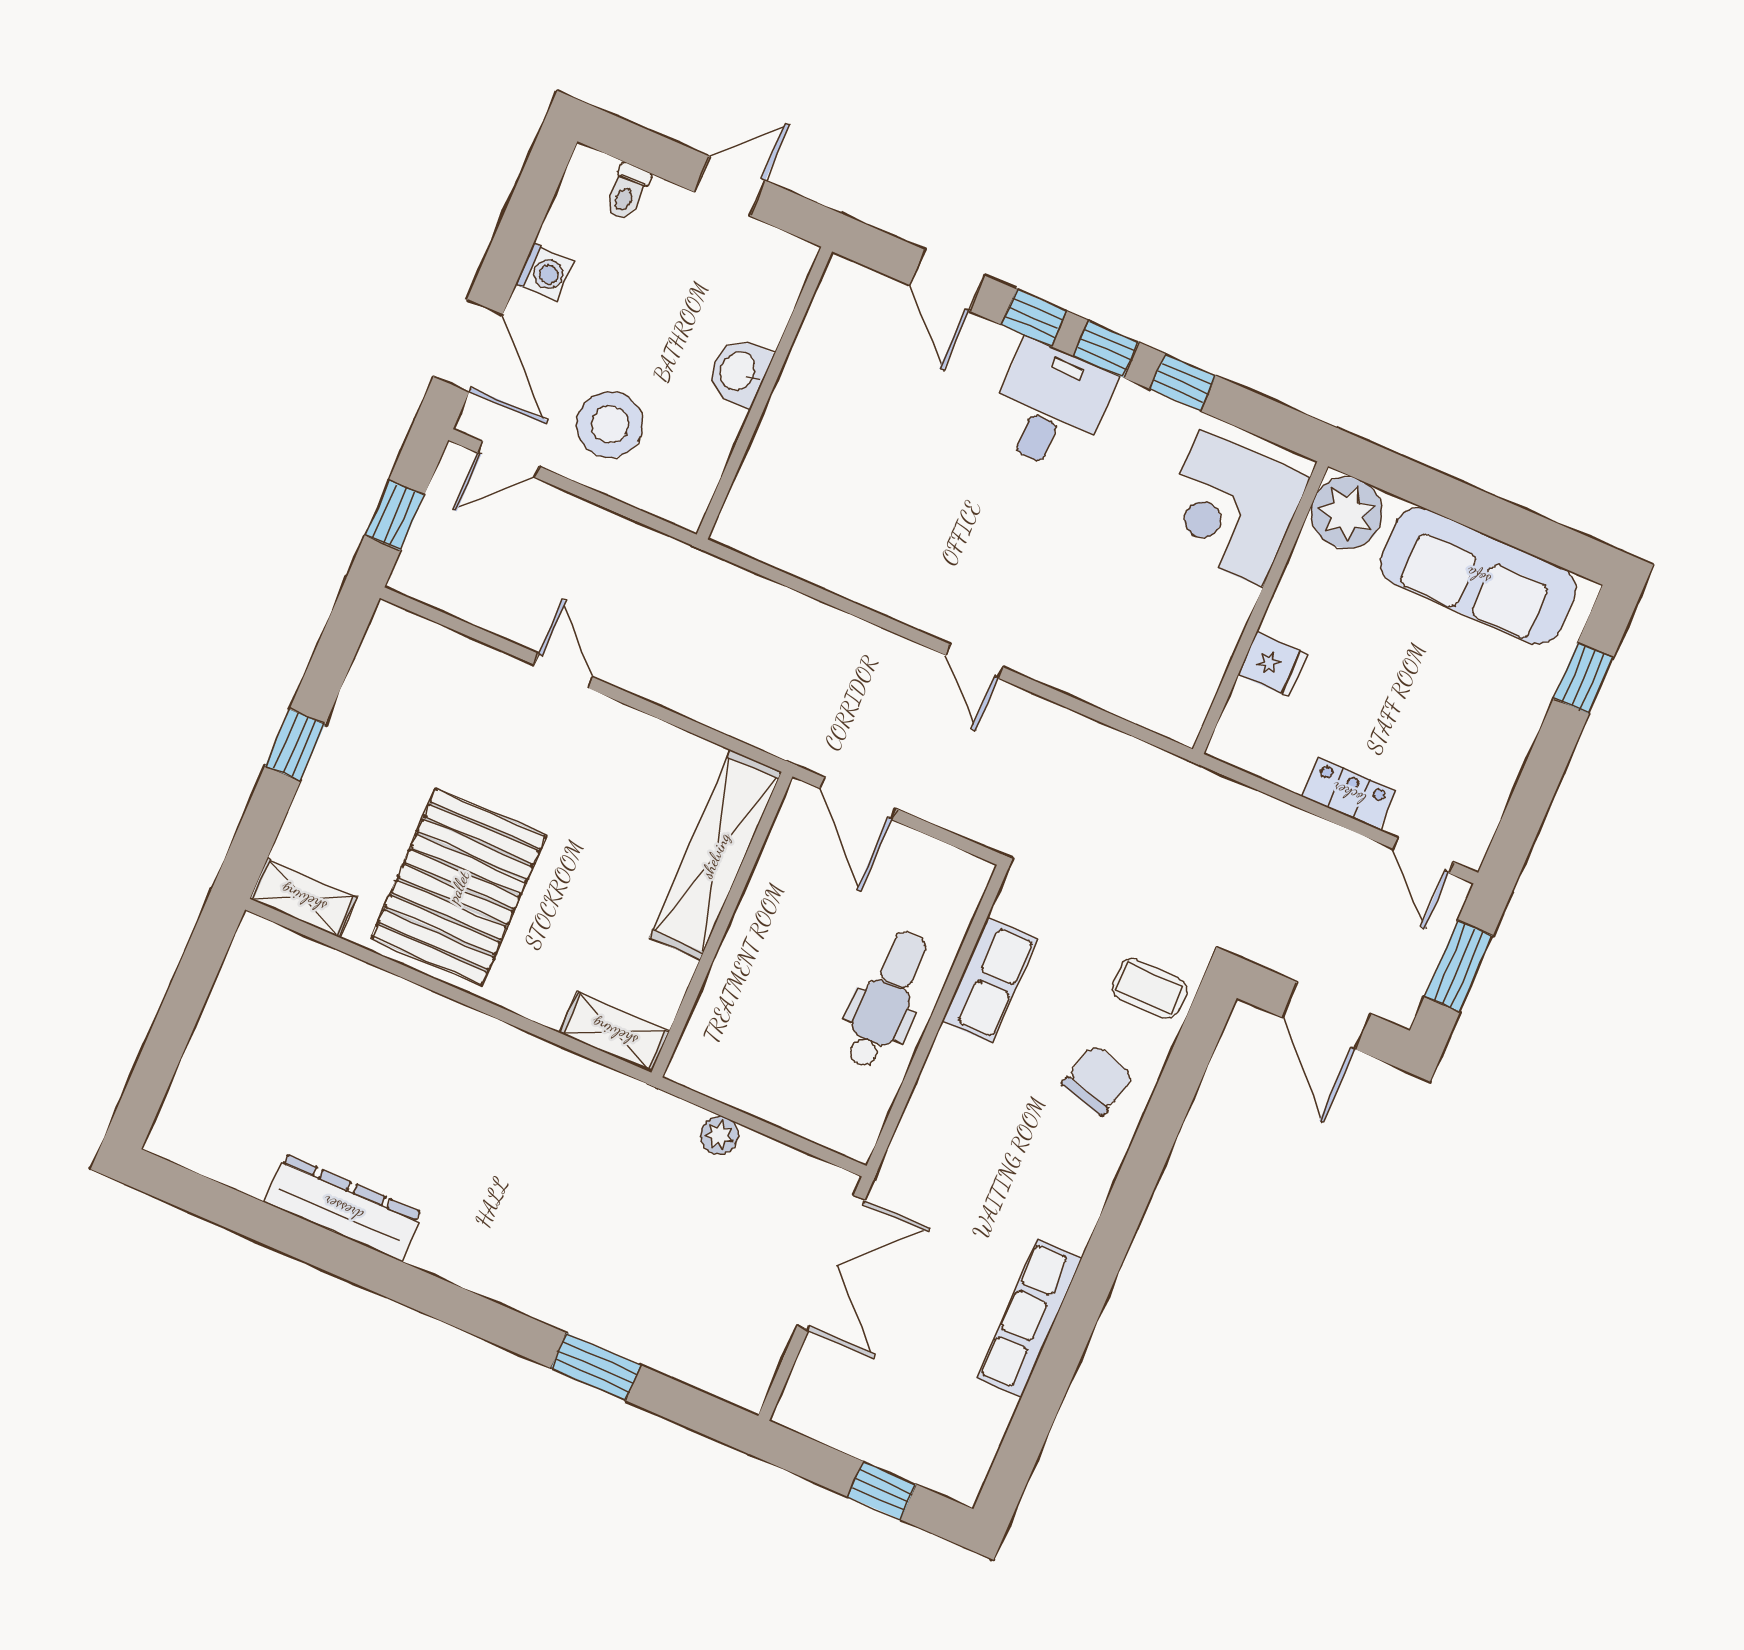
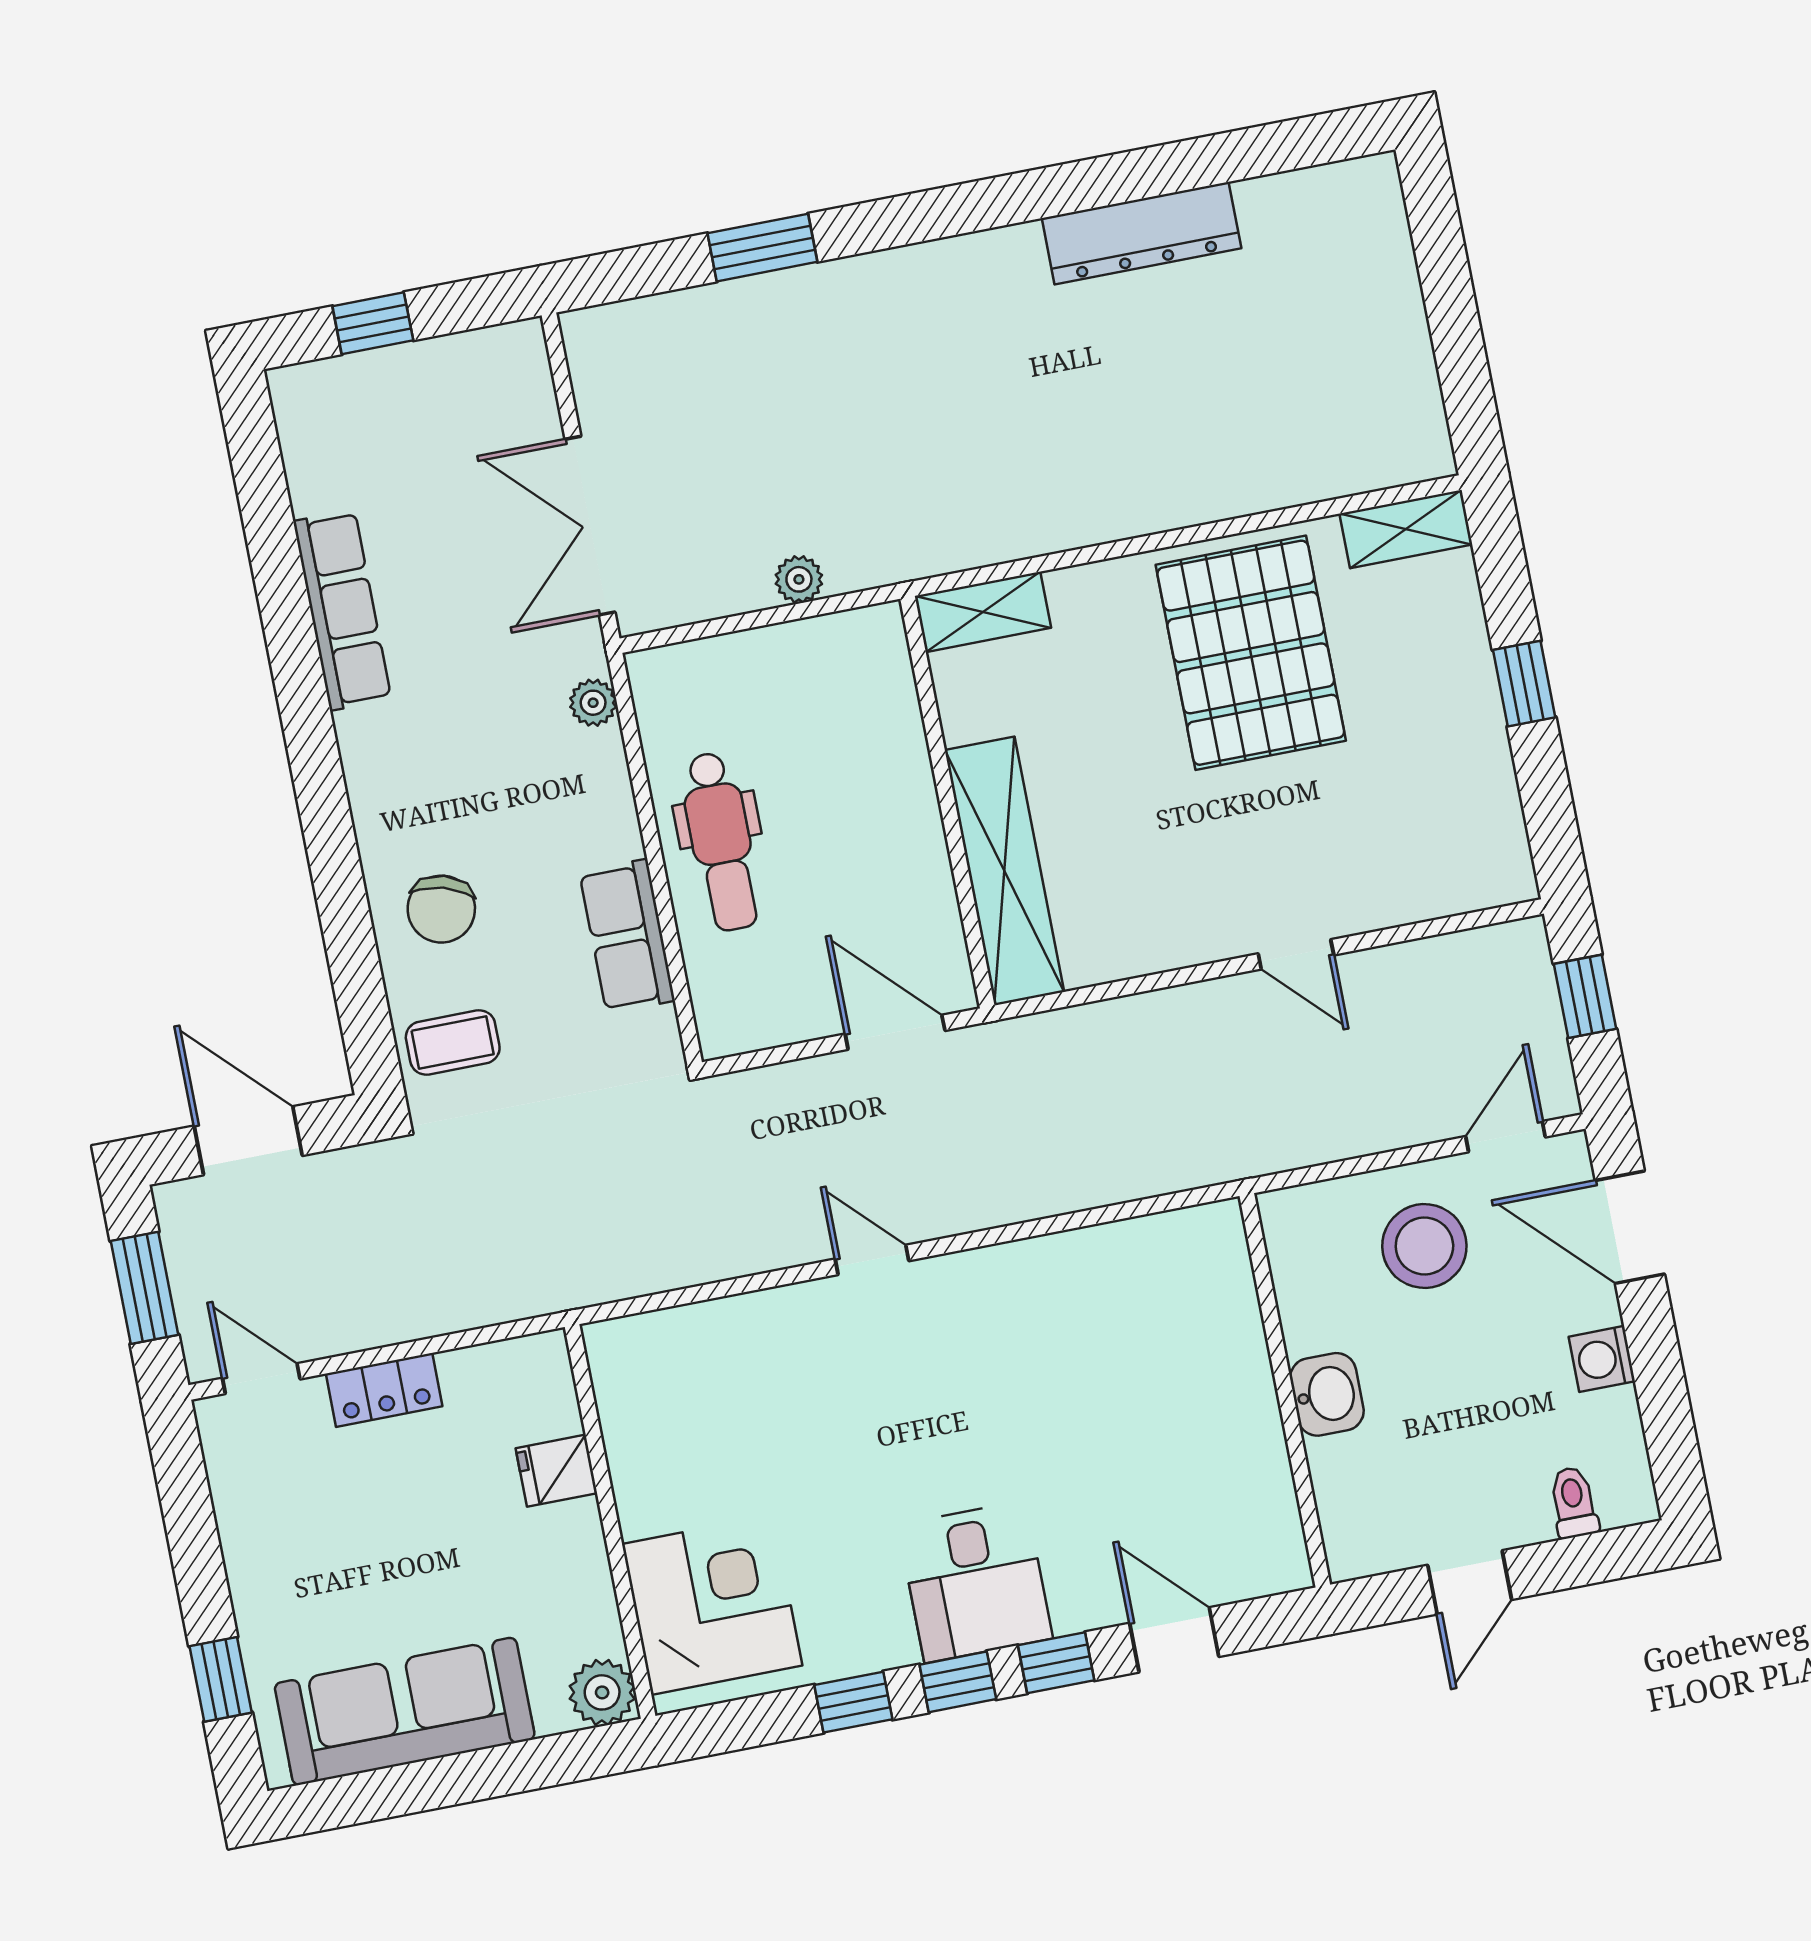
plant: (1347, 513) -> (602, 1692), width x0.73, depth x0.73
plant: (908, 1147) -> (593, 703), added

